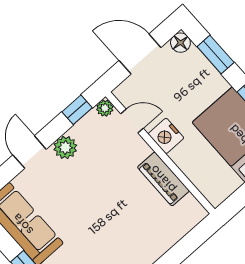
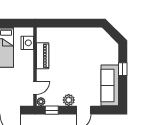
door: (132, 121) -> (35, 88), swing flipped
nightstand: (166, 136) -> (27, 43), moved

